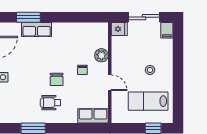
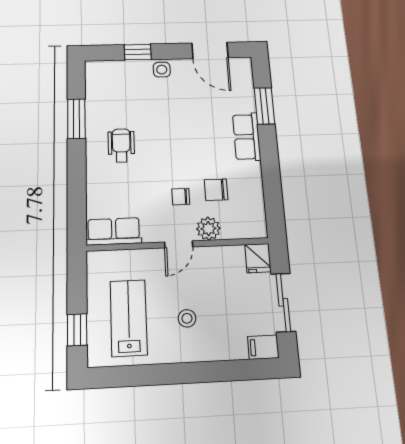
row of seats: (37, 29) -> (247, 137), moved
chair: (57, 79) -> (216, 190), moved
door: (110, 83) -> (179, 244), moved
row of seats: (93, 116) -> (114, 231), moved, turned -90

